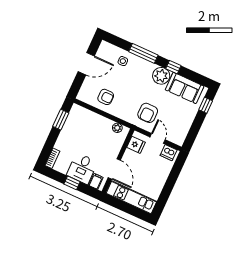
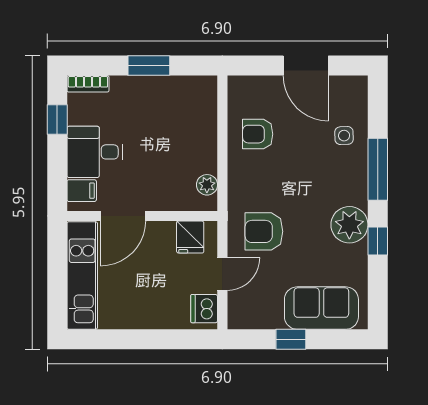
sofa: (185, 88) -> (321, 308), moved, turned 90
armchair: (106, 97) -> (258, 134), turned 90
window: (206, 105) -> (291, 339), moved
window: (61, 120) -> (149, 66), moved
window: (72, 183) -> (57, 119), moved

